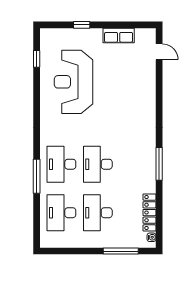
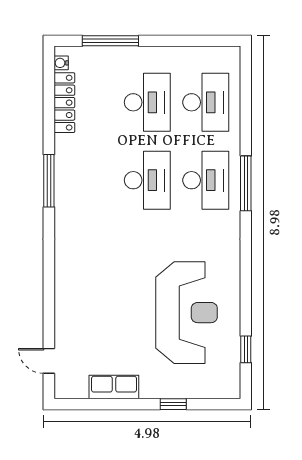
window: (37, 176) -> (246, 183), moved

